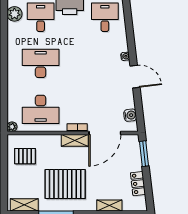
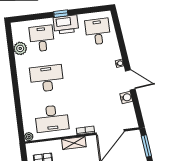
plant: (14, 14) -> (20, 48), moved
water cooler: (130, 115) -> (126, 97), moved
shelving: (75, 140) -> (74, 143), moved

